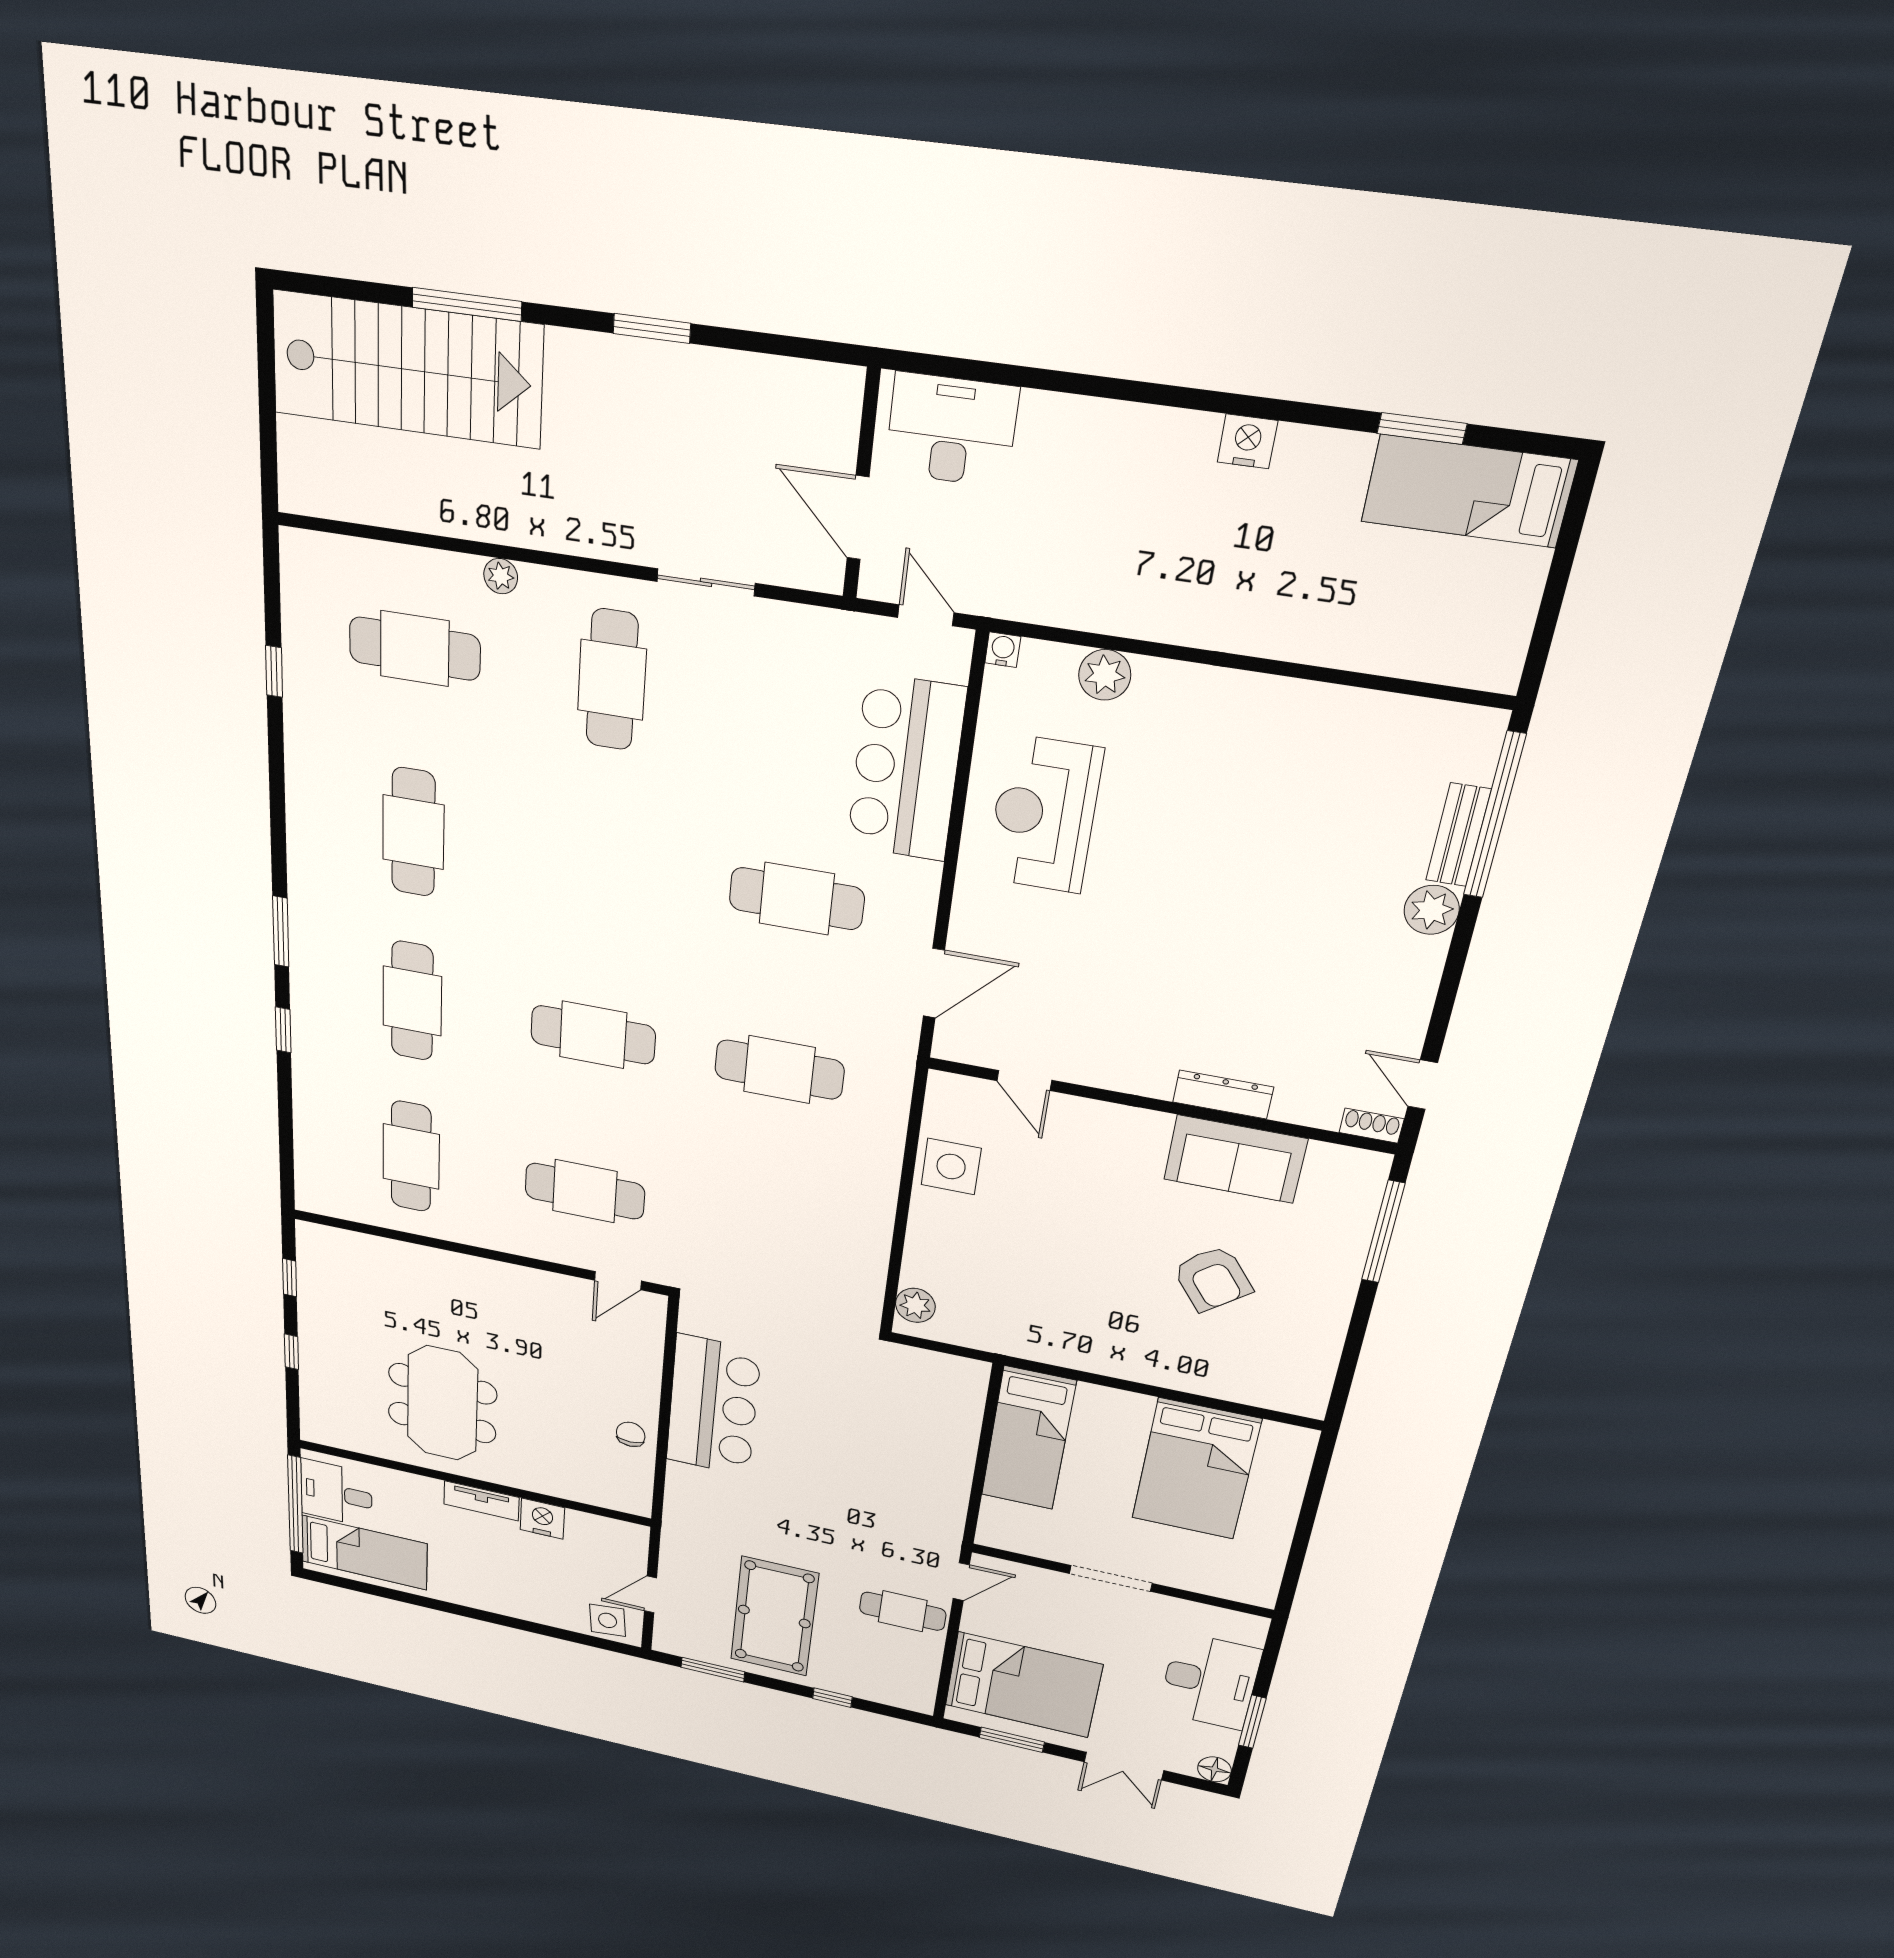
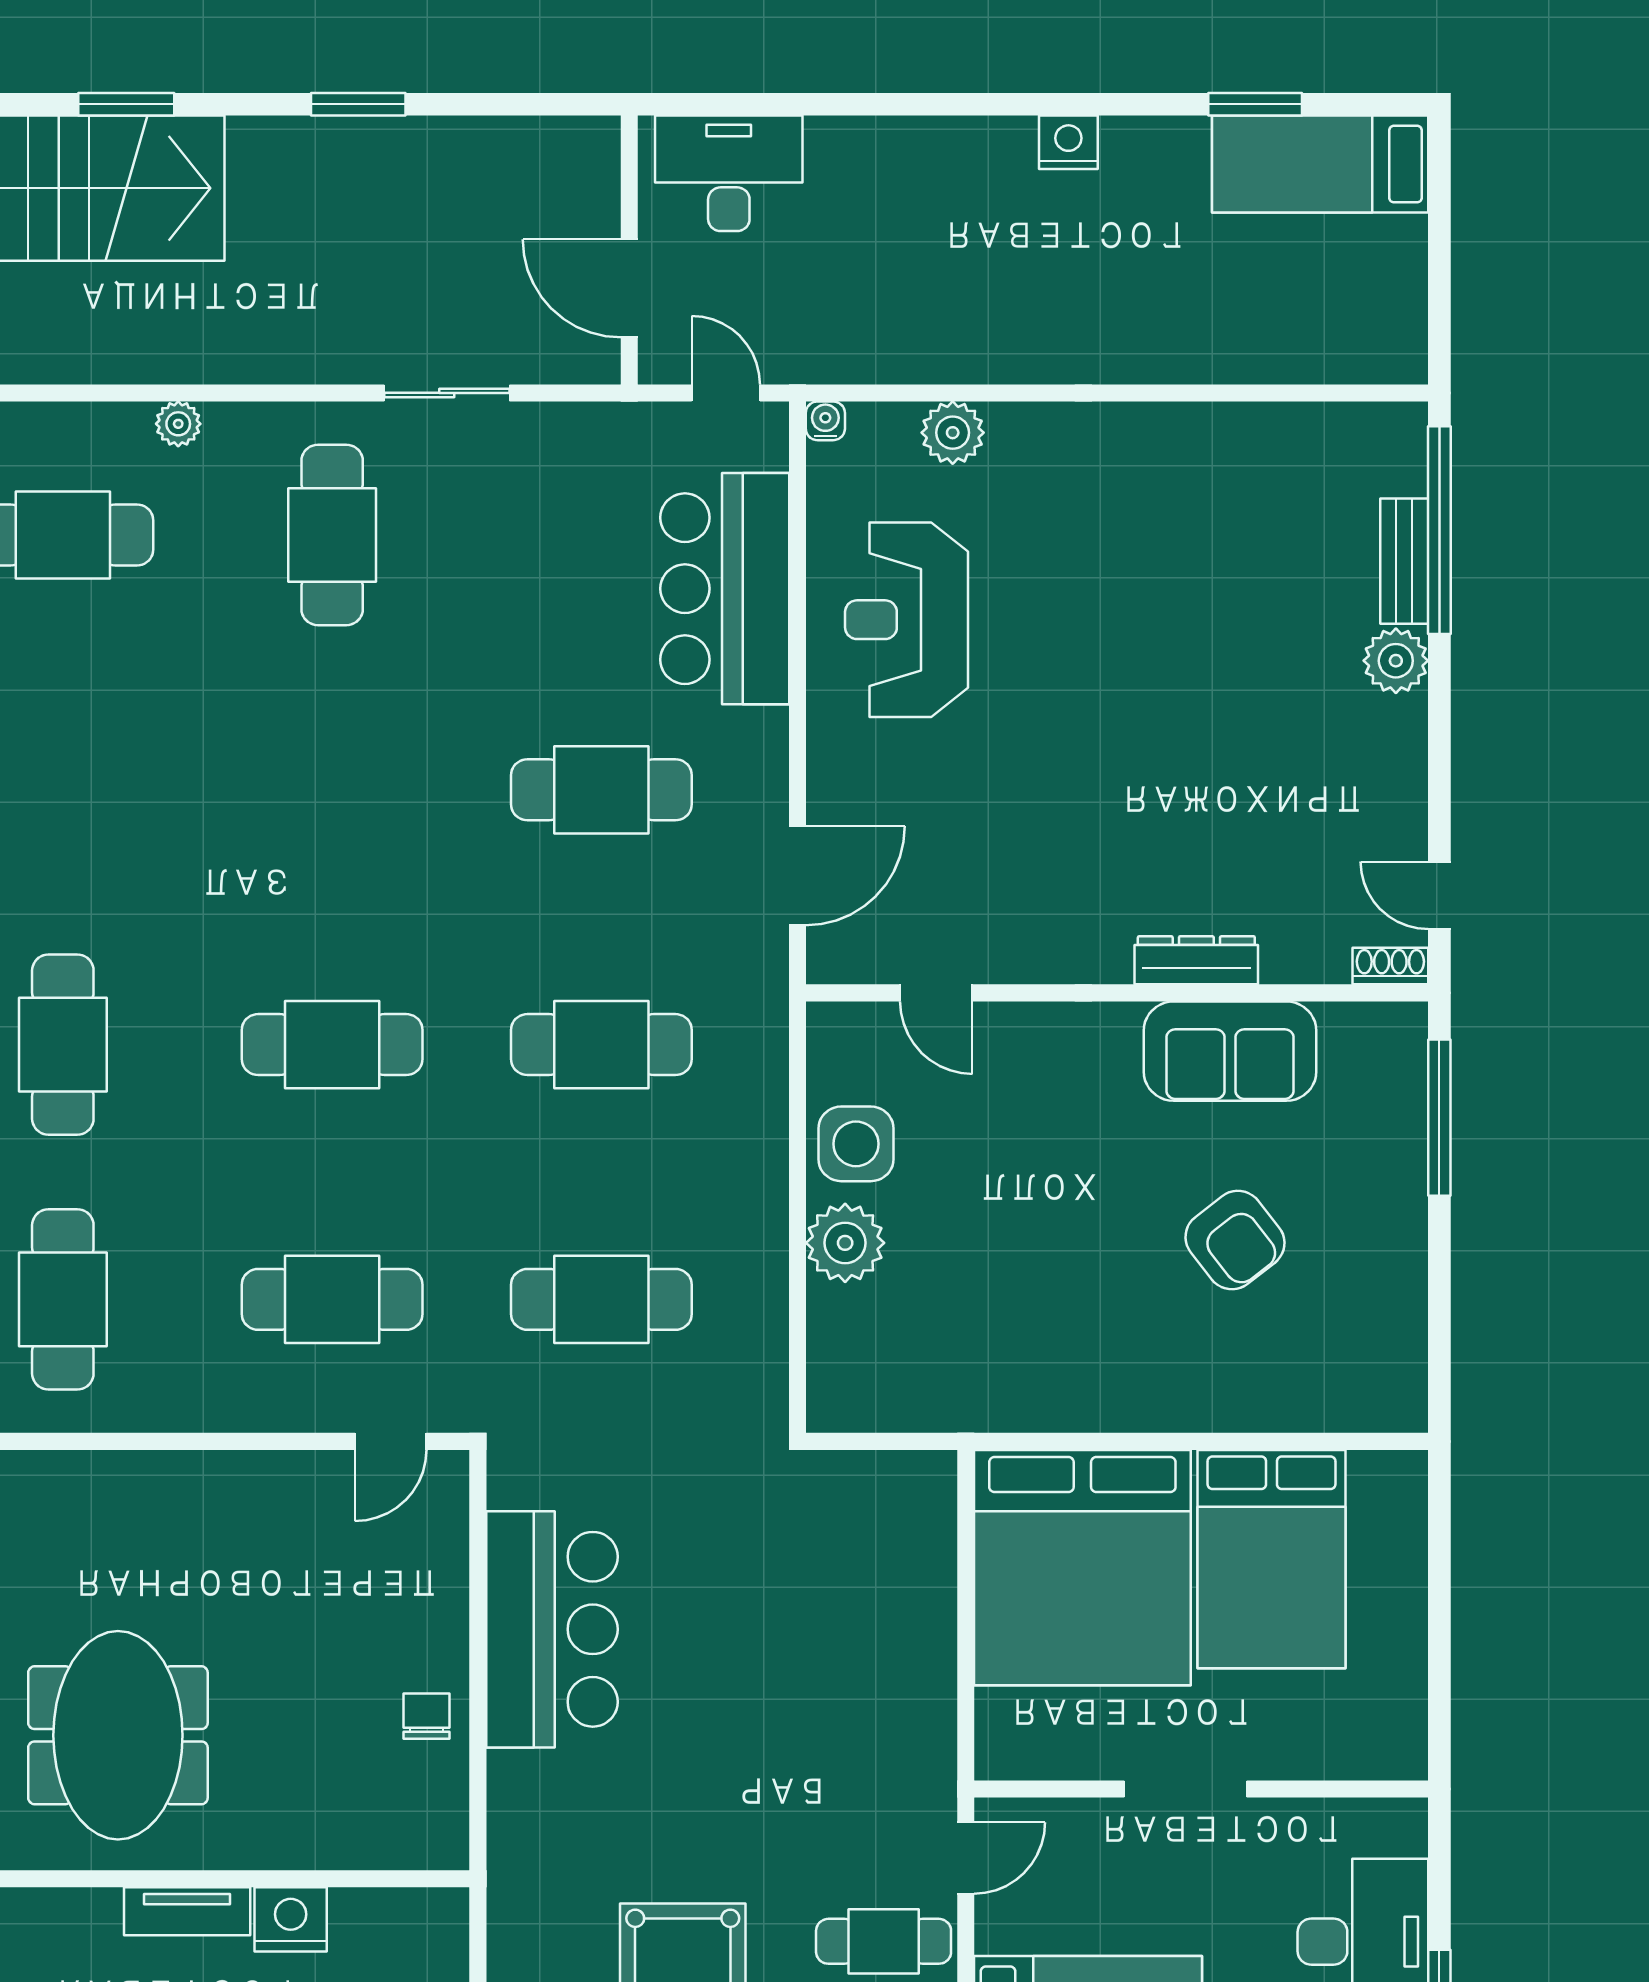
window: (467, 304) -> (126, 104), width x0.69
cafe table: (413, 832) -> (601, 1299), moved, turned 90
plant: (915, 1305) -> (845, 1243), moved, width x1.36, depth x1.36
bed: (1028, 1438) -> (1082, 1568), width x2.04

